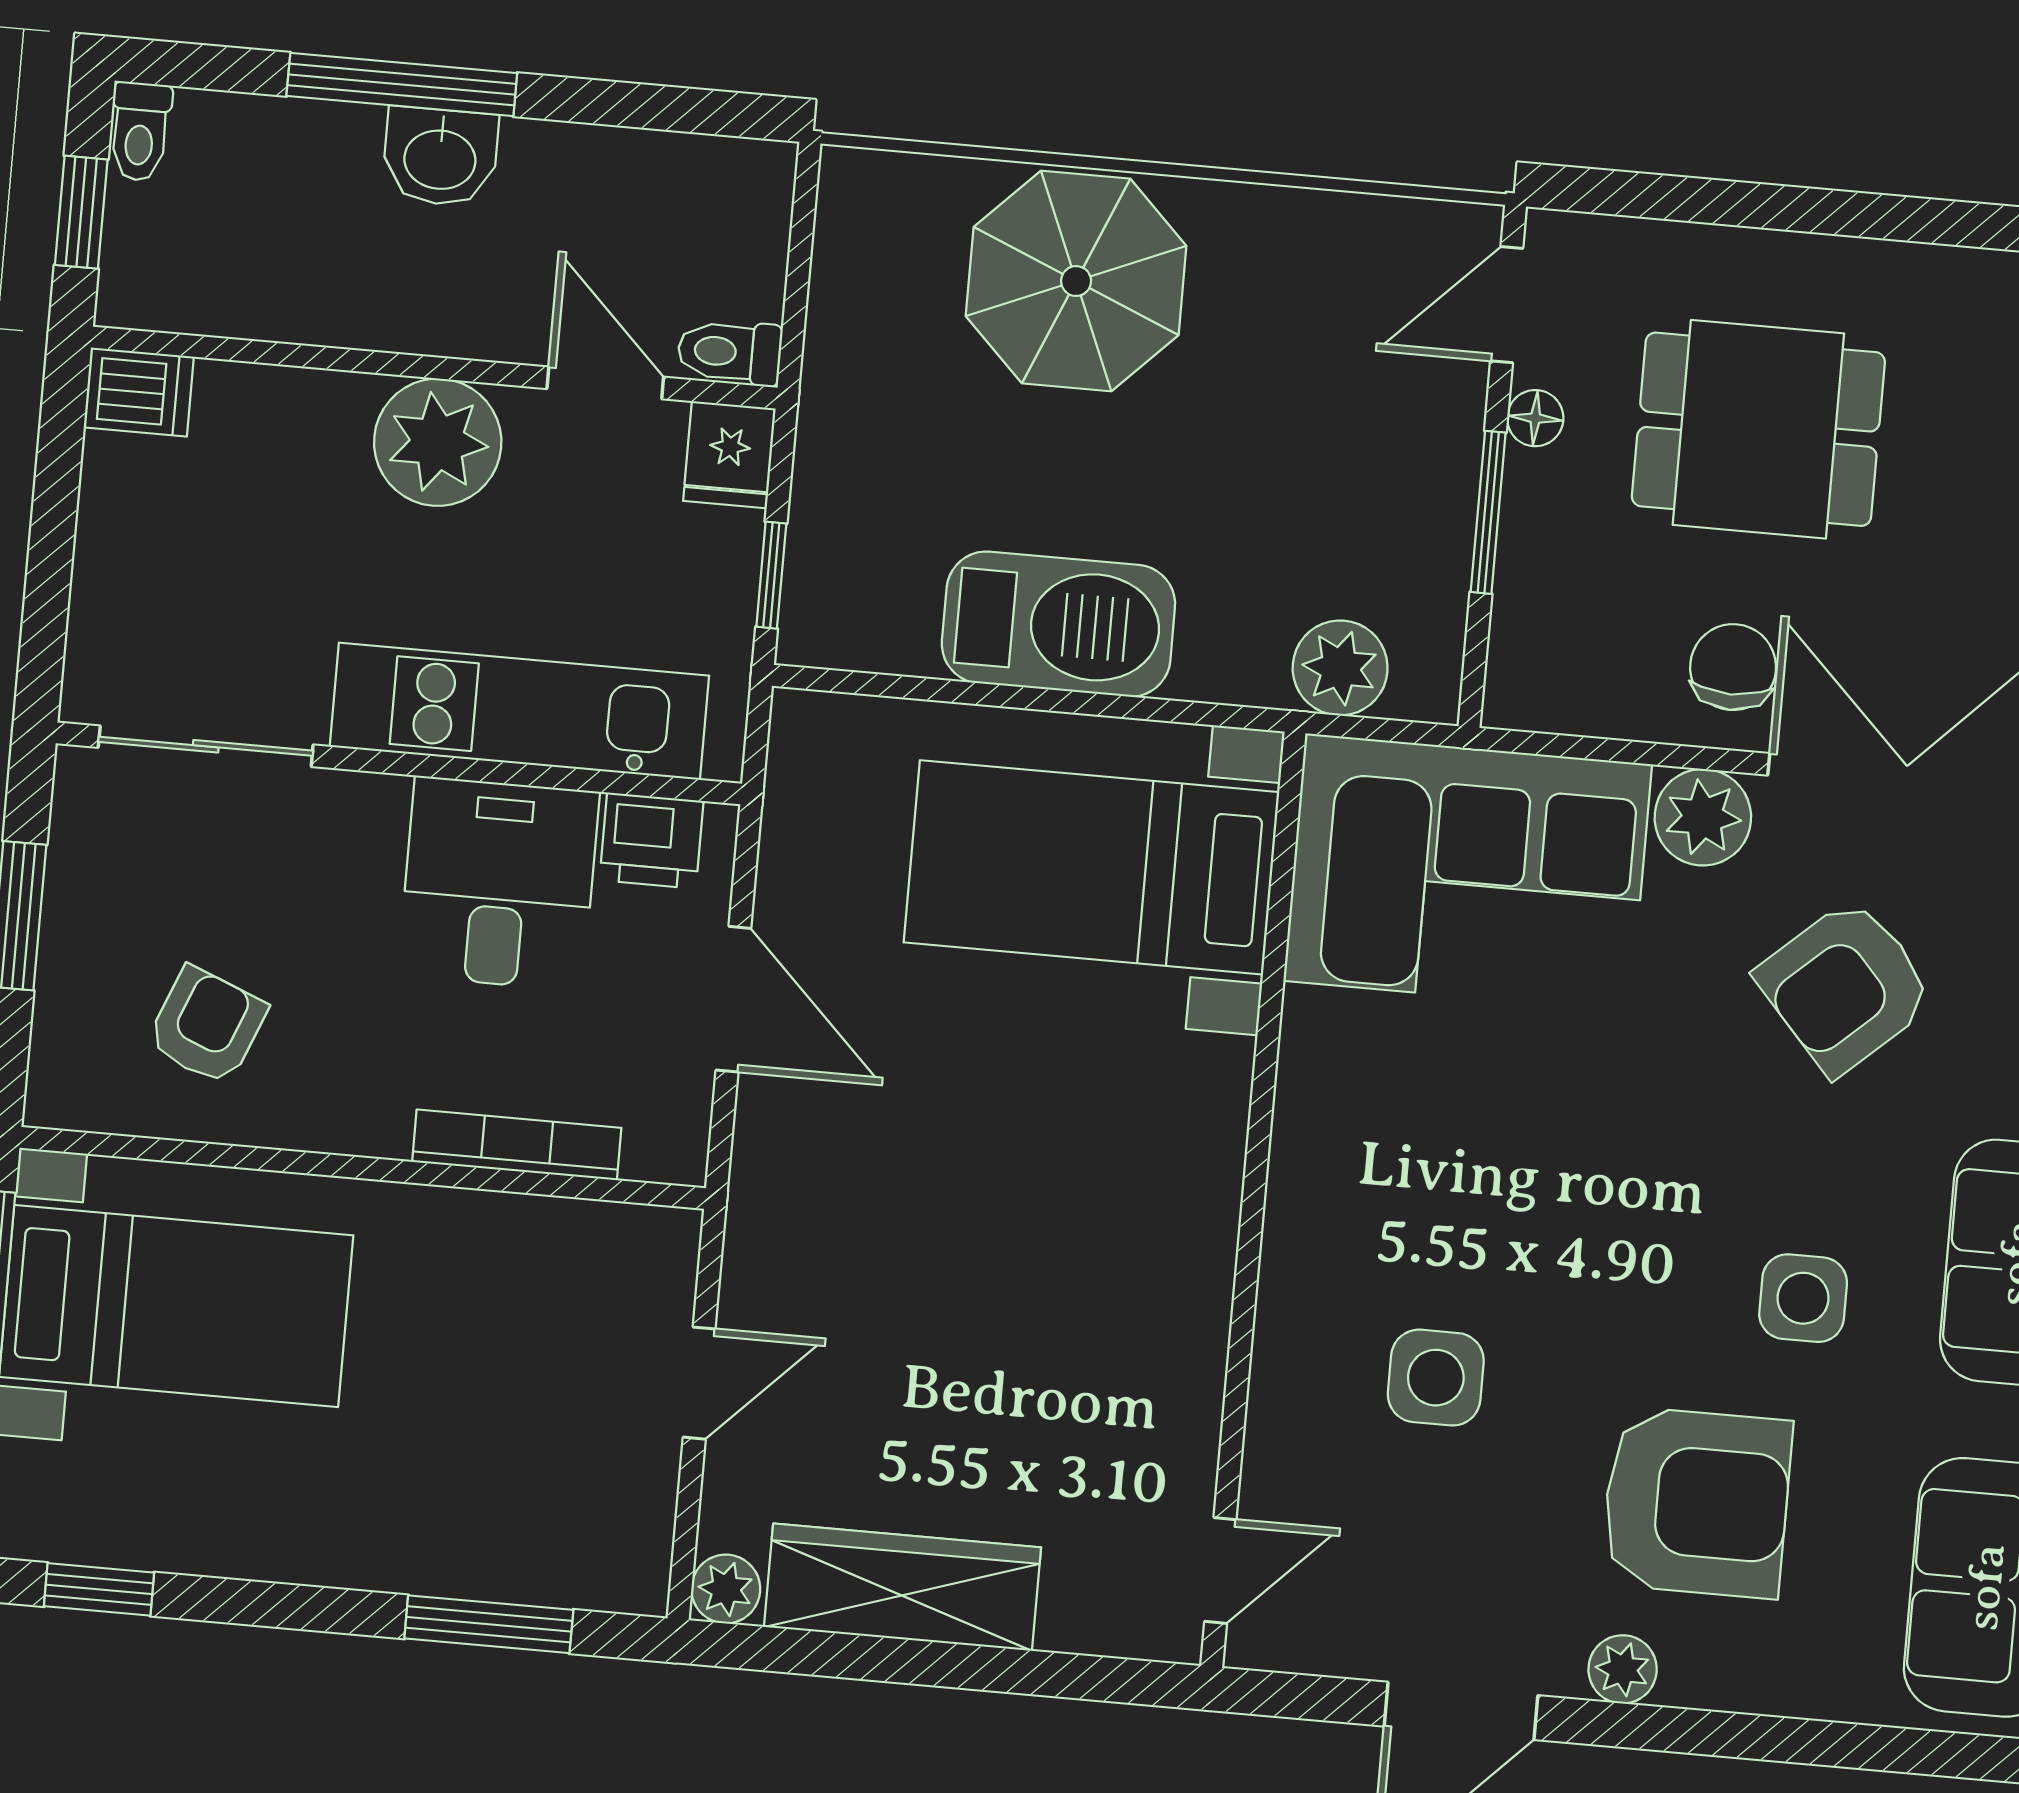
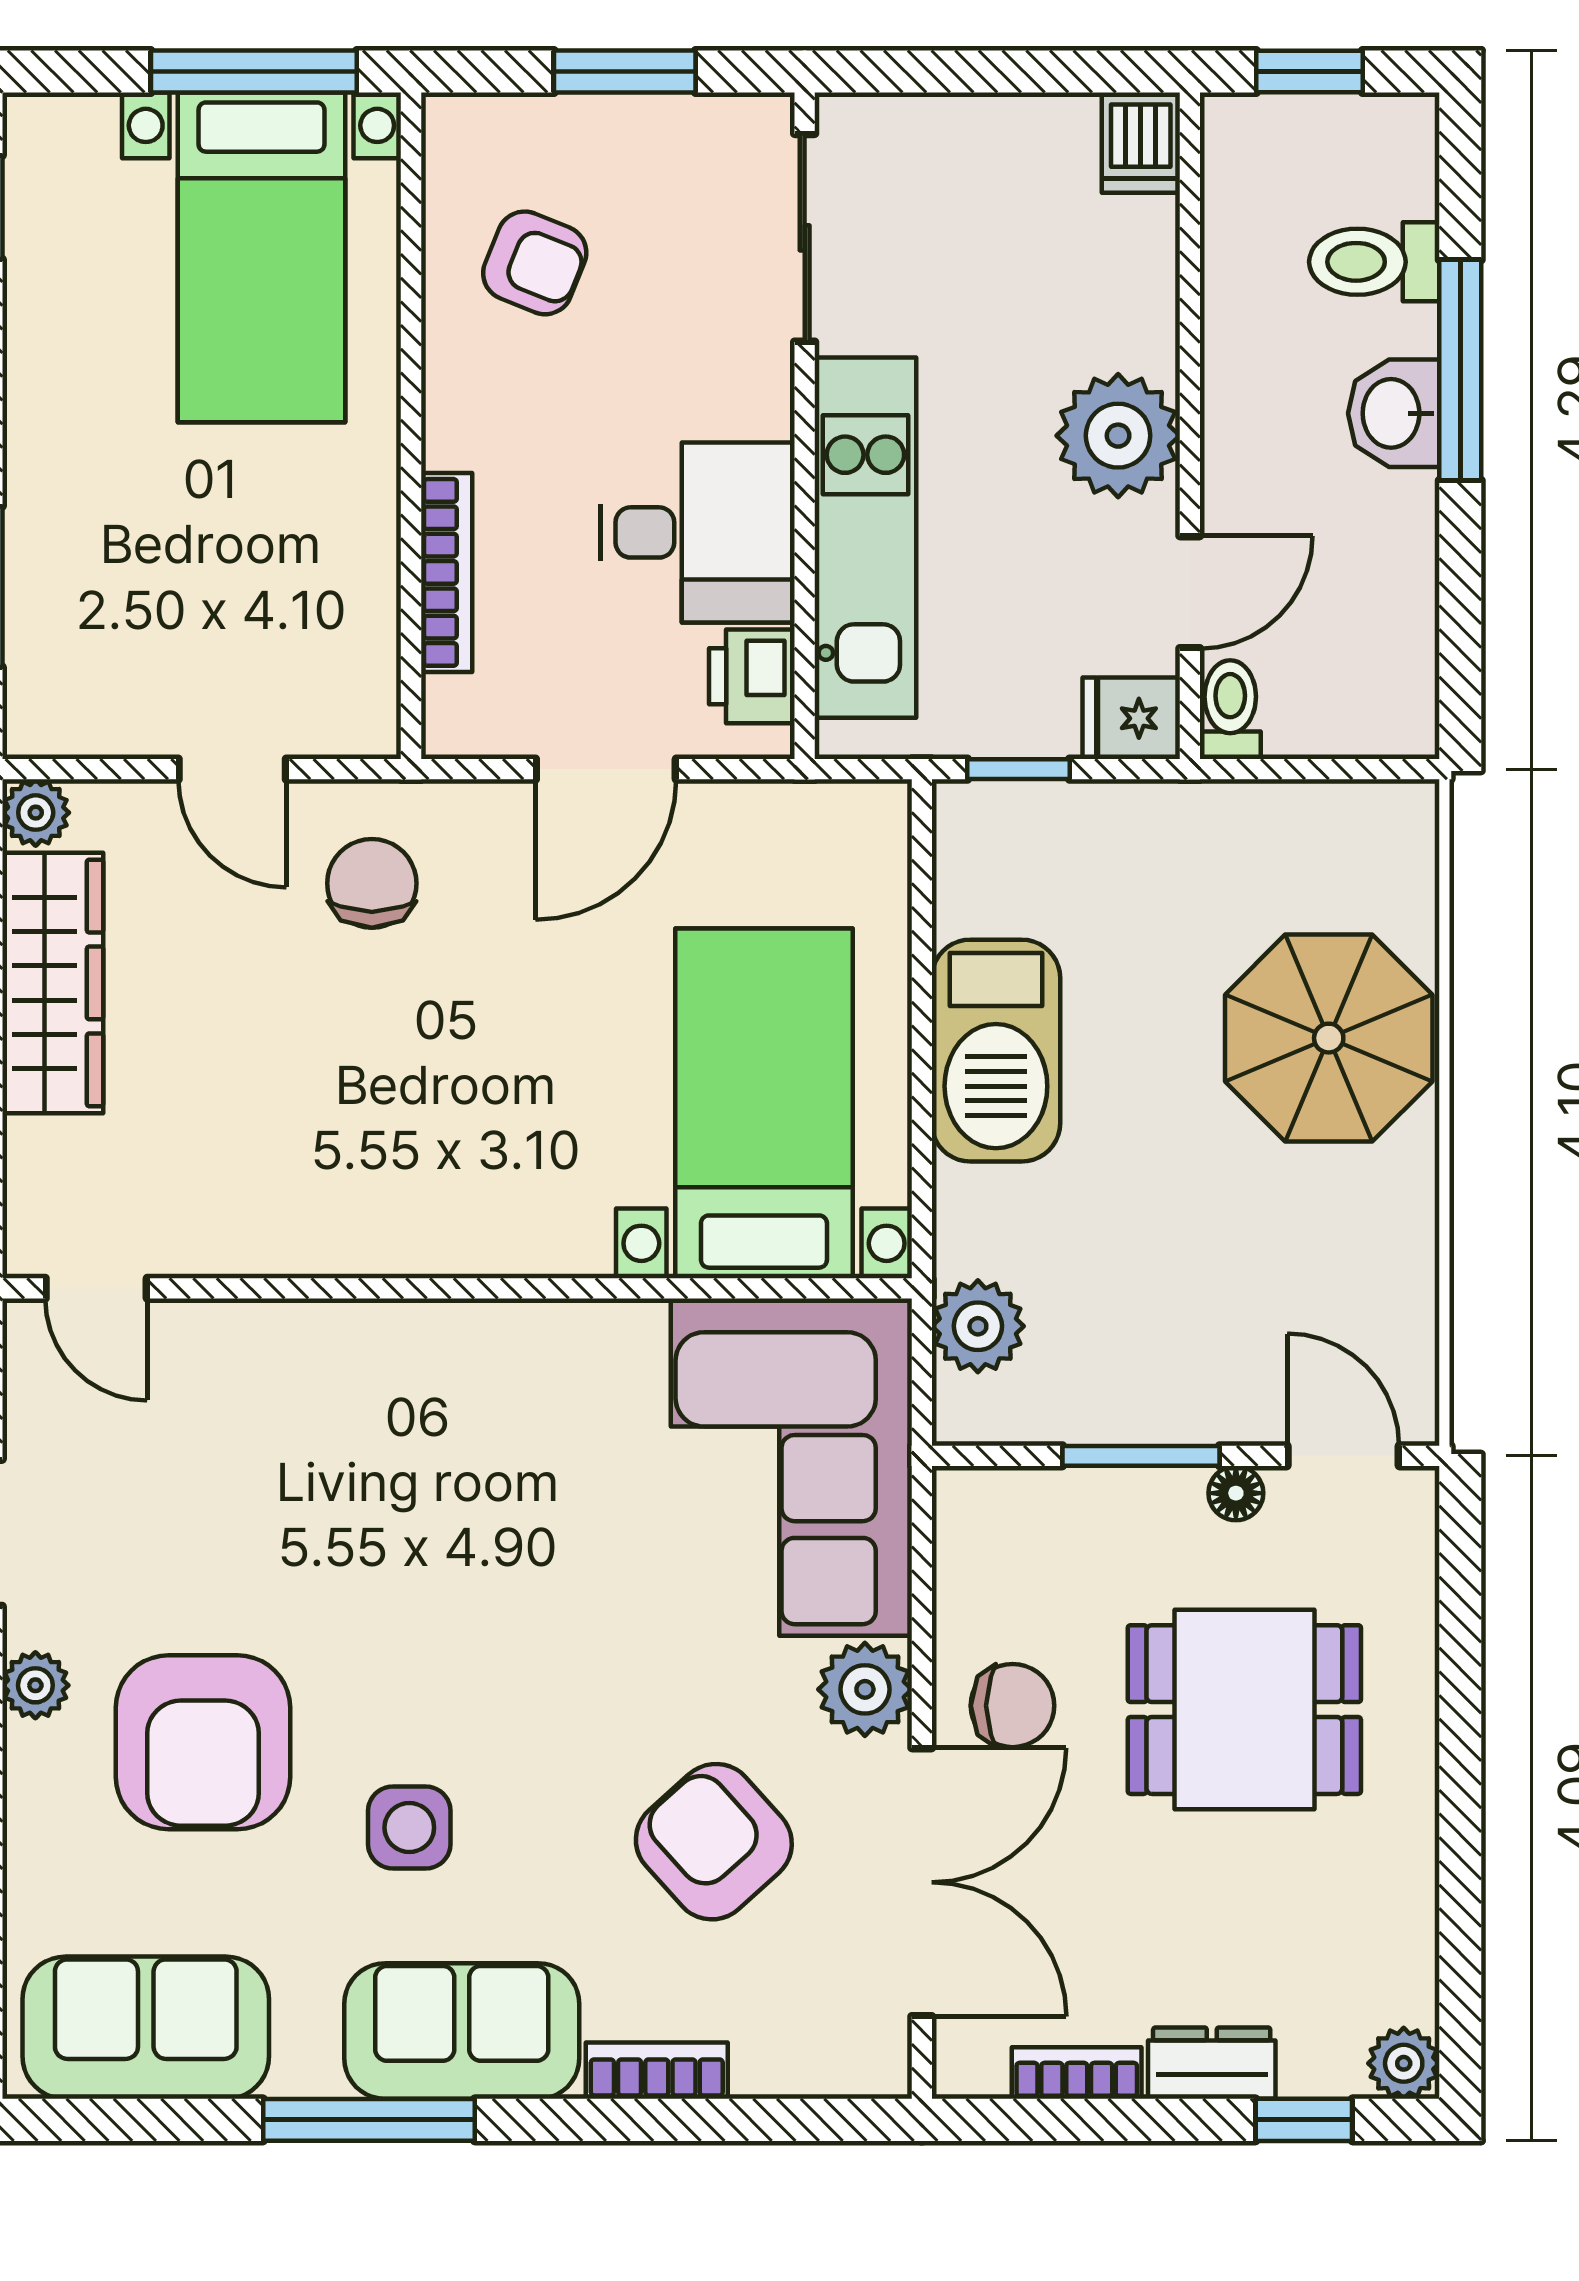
toilet: (140, 132) -> (1374, 262), moved, width x1.37, depth x1.39
dining table: (1758, 429) -> (1244, 1710), turned 90
chair: (829, 1250) -> (372, 883), added
side table: (1436, 1378) -> (301, 1480), removed

